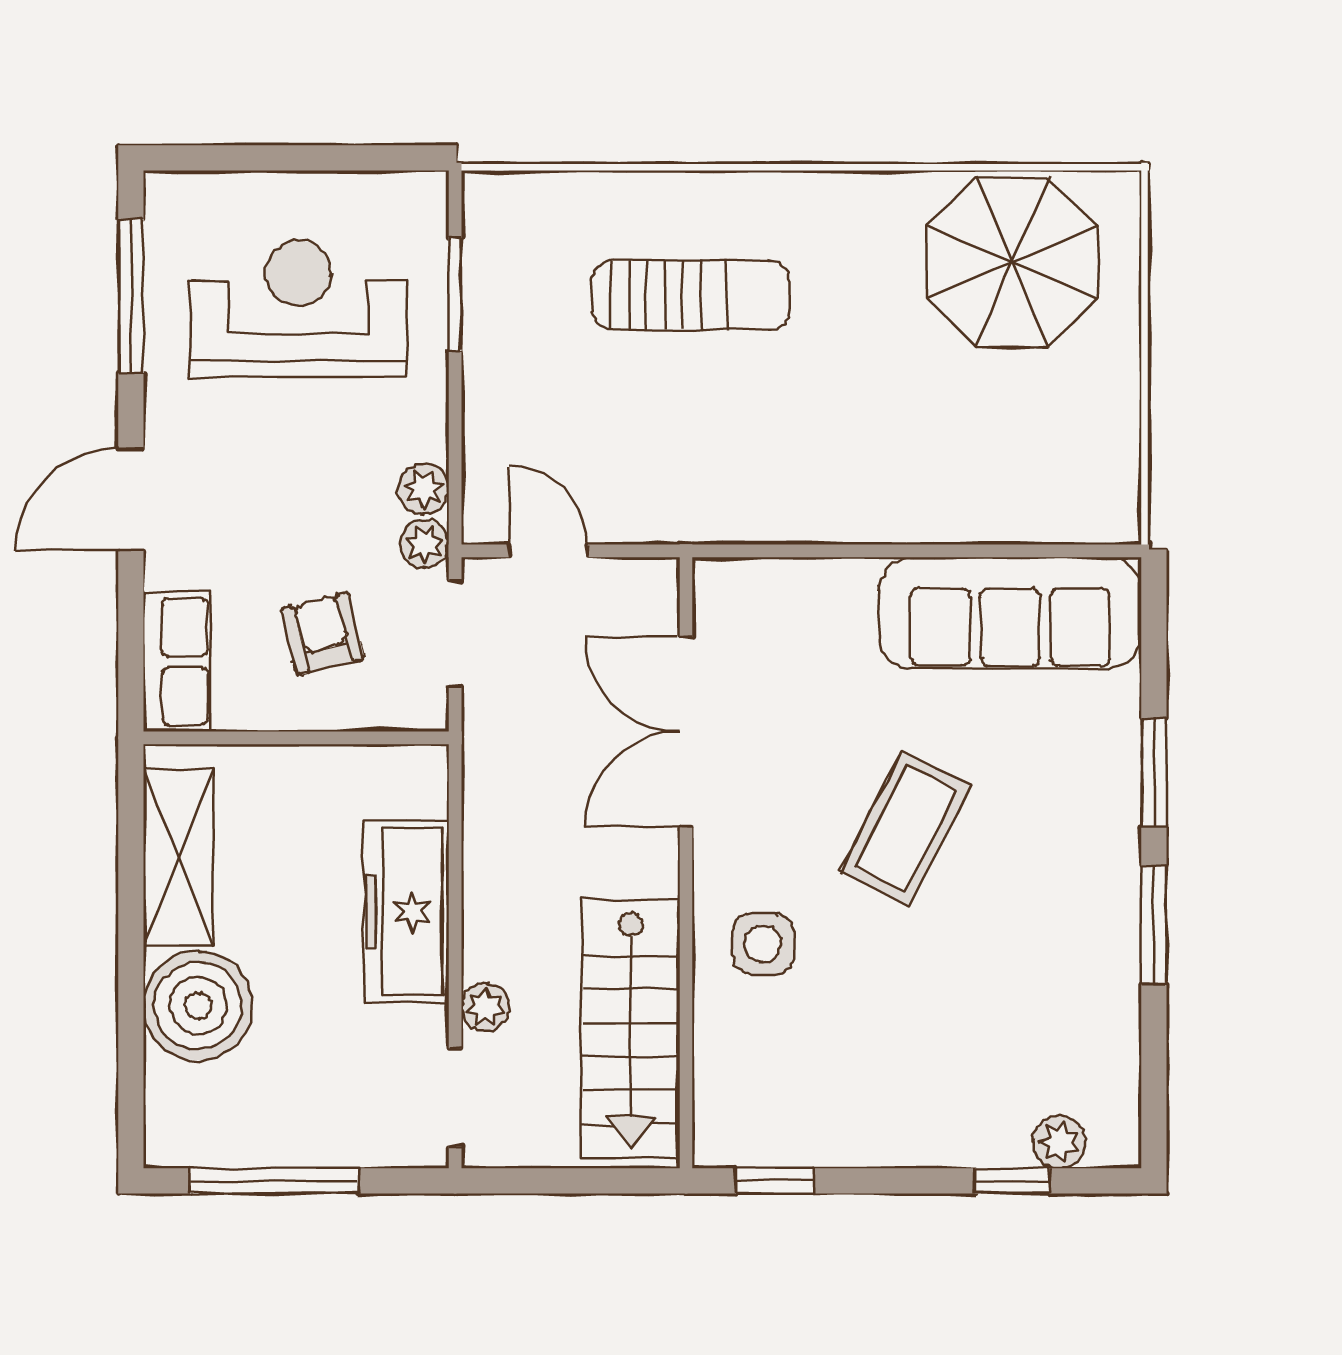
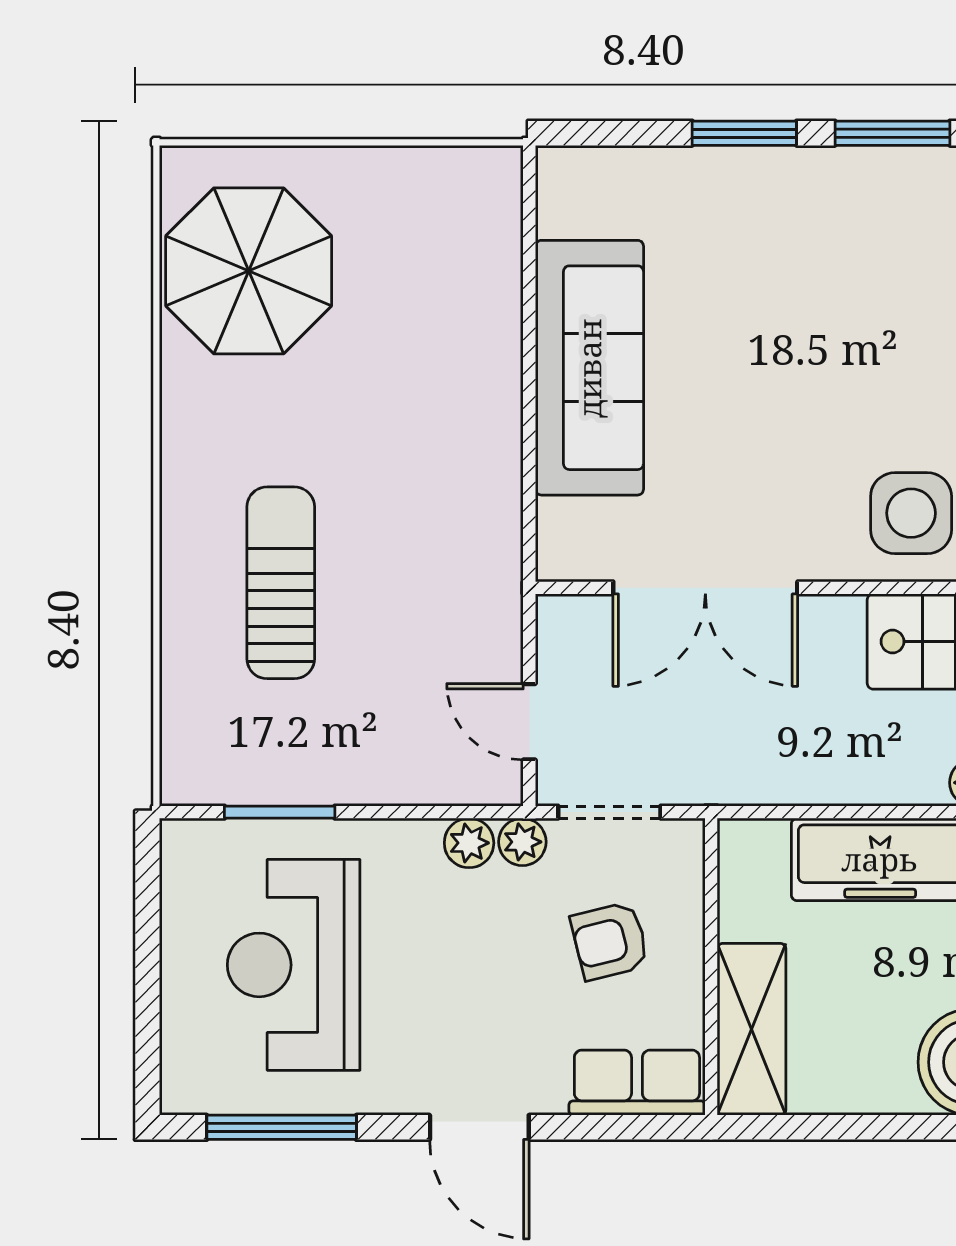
door: (548, 551) -> (529, 722), hinge flipped
sofa: (1010, 613) -> (589, 368), moved
coffee table: (906, 828) -> (799, 374), removed
shelving: (179, 857) -> (752, 1029), moved, turned 90
side table: (763, 944) -> (911, 513), width x1.37, depth x1.37

